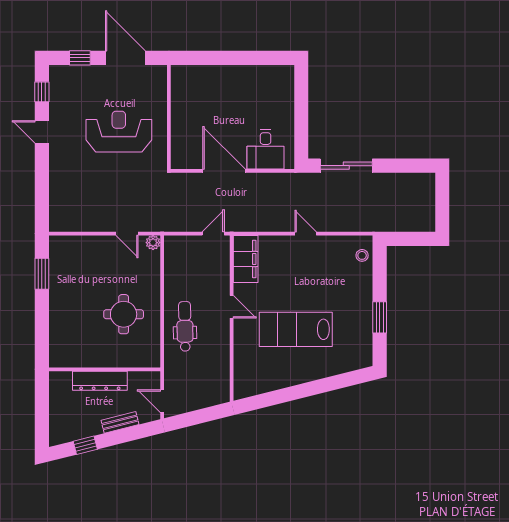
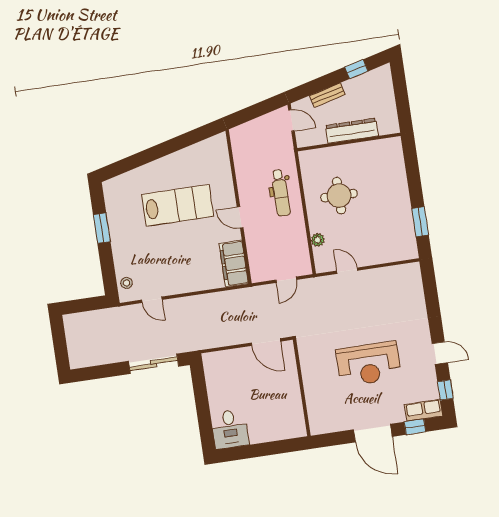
row of seats: (68, 74) -> (424, 410), added
wall: (169, 117) -> (302, 388), moved
desk: (266, 149) -> (230, 429), moved, turned 180
door: (224, 171) -> (266, 342), width x0.73
door: (213, 234) -> (286, 280), moved
door: (306, 234) -> (152, 300), moved
plant: (153, 243) -> (318, 240), moved

